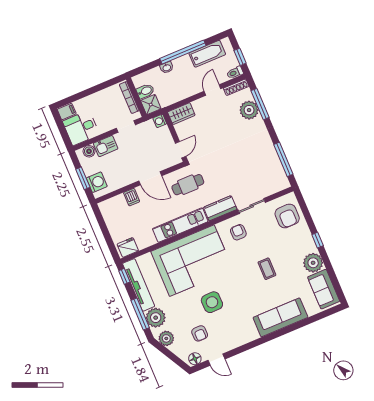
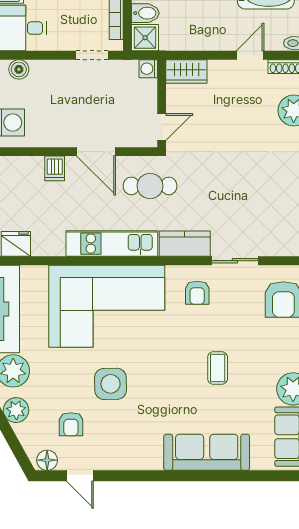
kitchen sink: (106, 146) -> (48, 72), removed
armchair: (238, 232) -> (197, 293), turned 180

